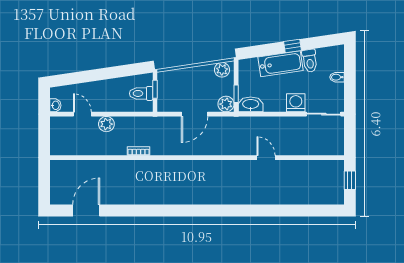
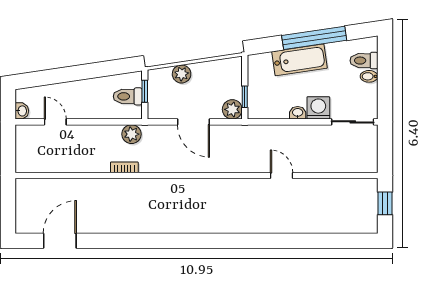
window: (292, 46) -> (314, 38), width x3.17
toilet: (310, 61) -> (364, 61), moved, turned 98
plant: (222, 70) -> (182, 74), moved
washbasin: (251, 104) -> (298, 113), moved, width x0.52, depth x0.69
door: (195, 114) -> (193, 122), hinge flipped
plant: (106, 124) -> (132, 134), moved

